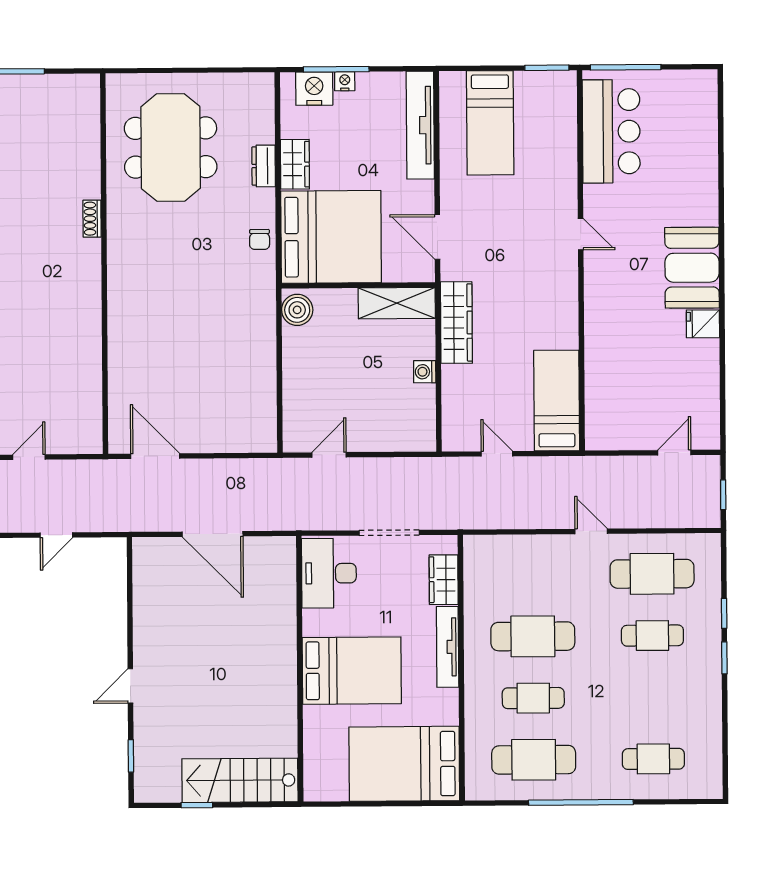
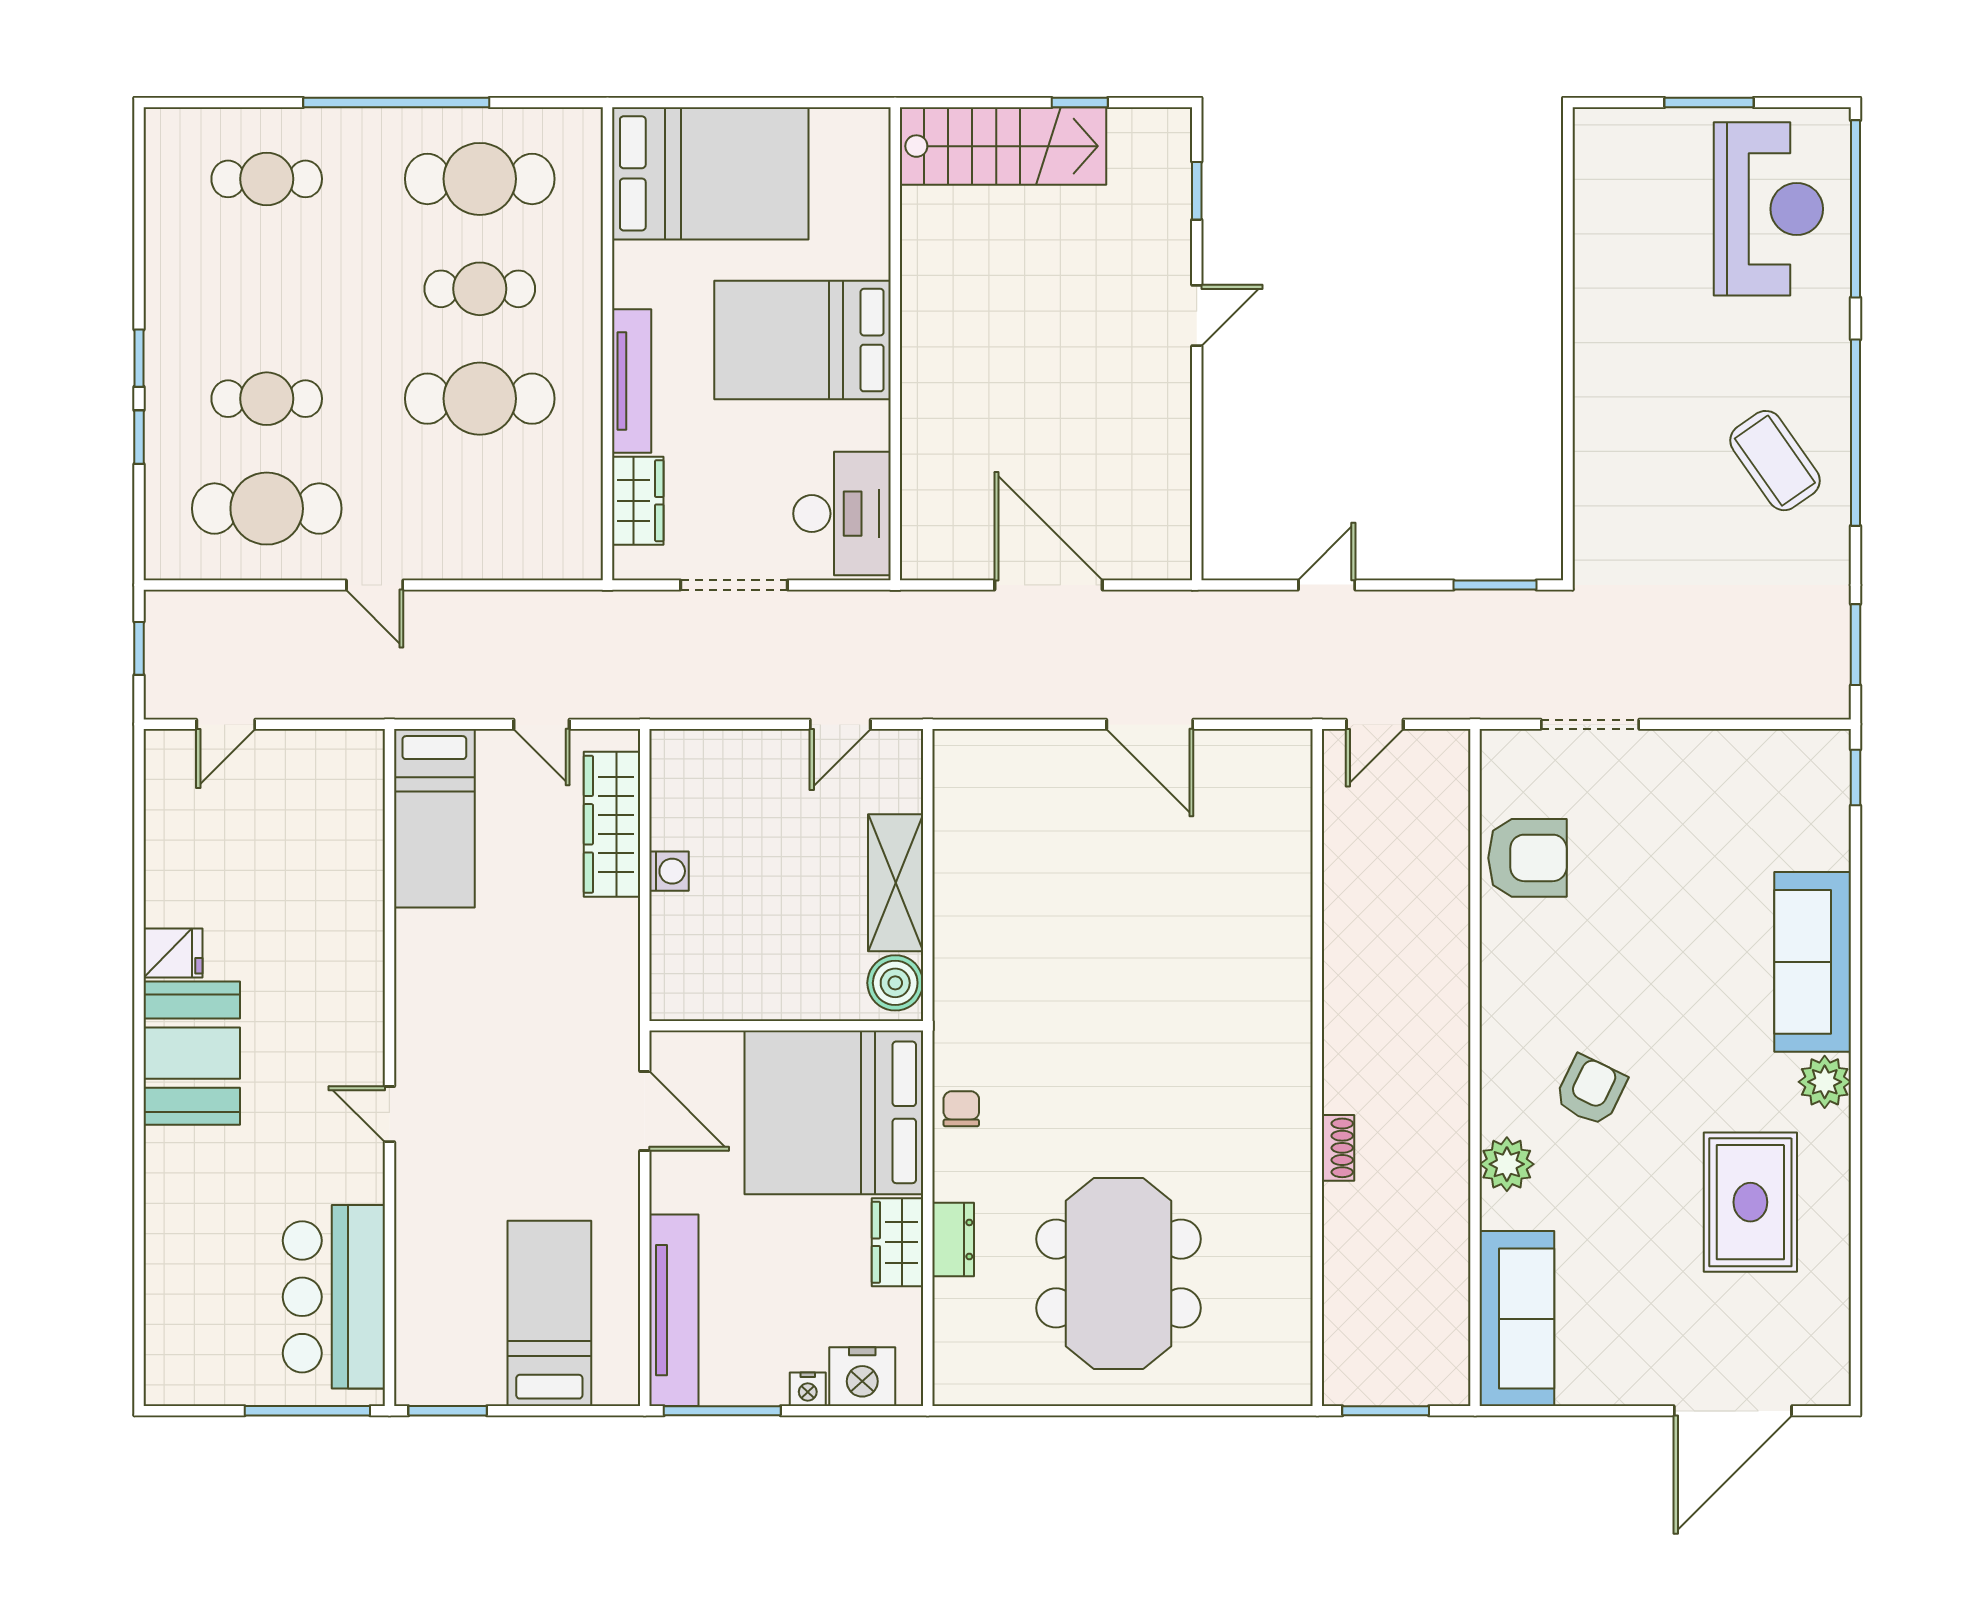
window: (336, 69) -> (722, 1411), moved
shoe rack: (92, 219) -> (1338, 1148), moved
wall: (104, 264) -> (1317, 1067), moved
shelving: (397, 303) -> (896, 883), moved, turned 90
wardrobe: (456, 323) -> (612, 824), moved

